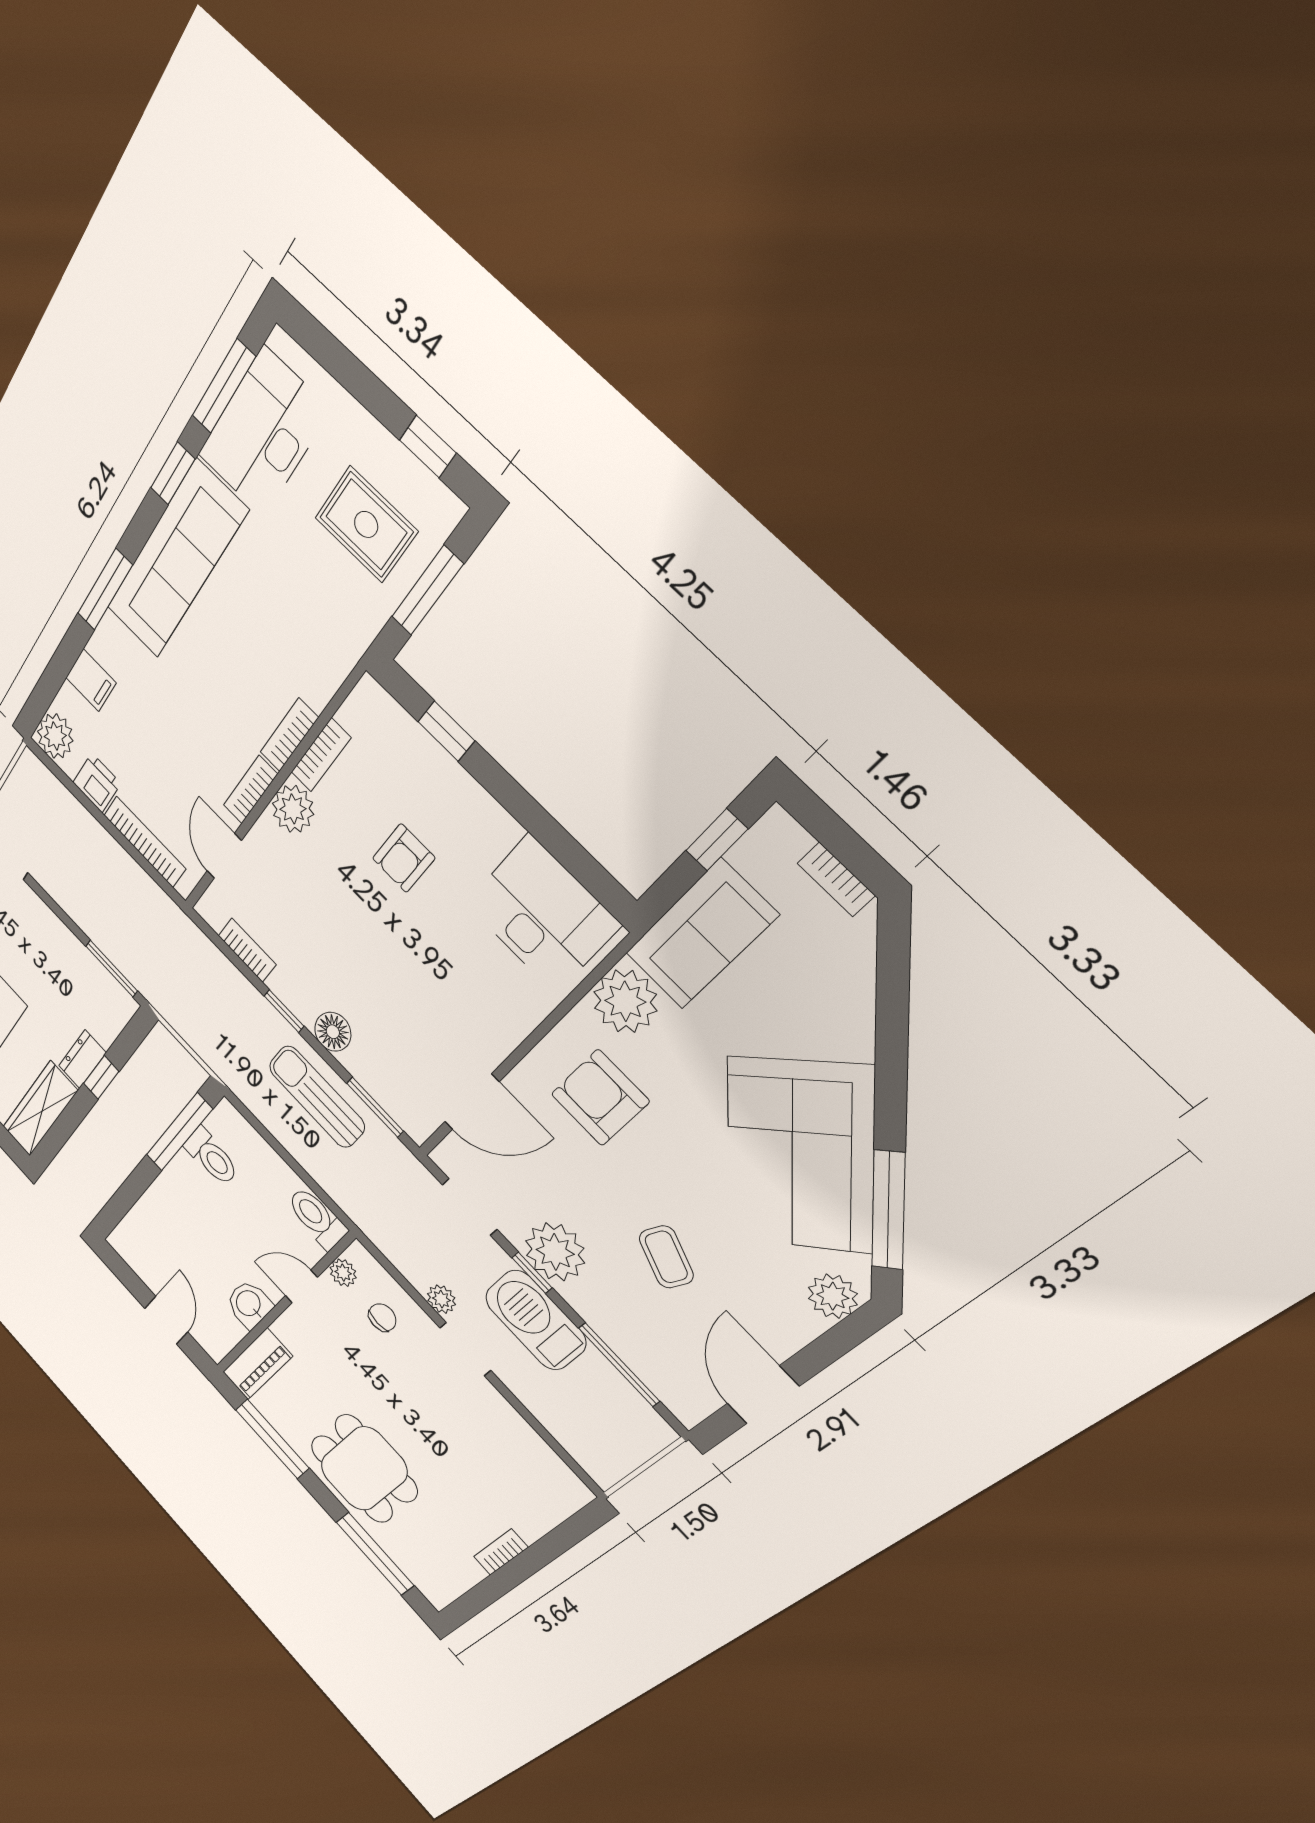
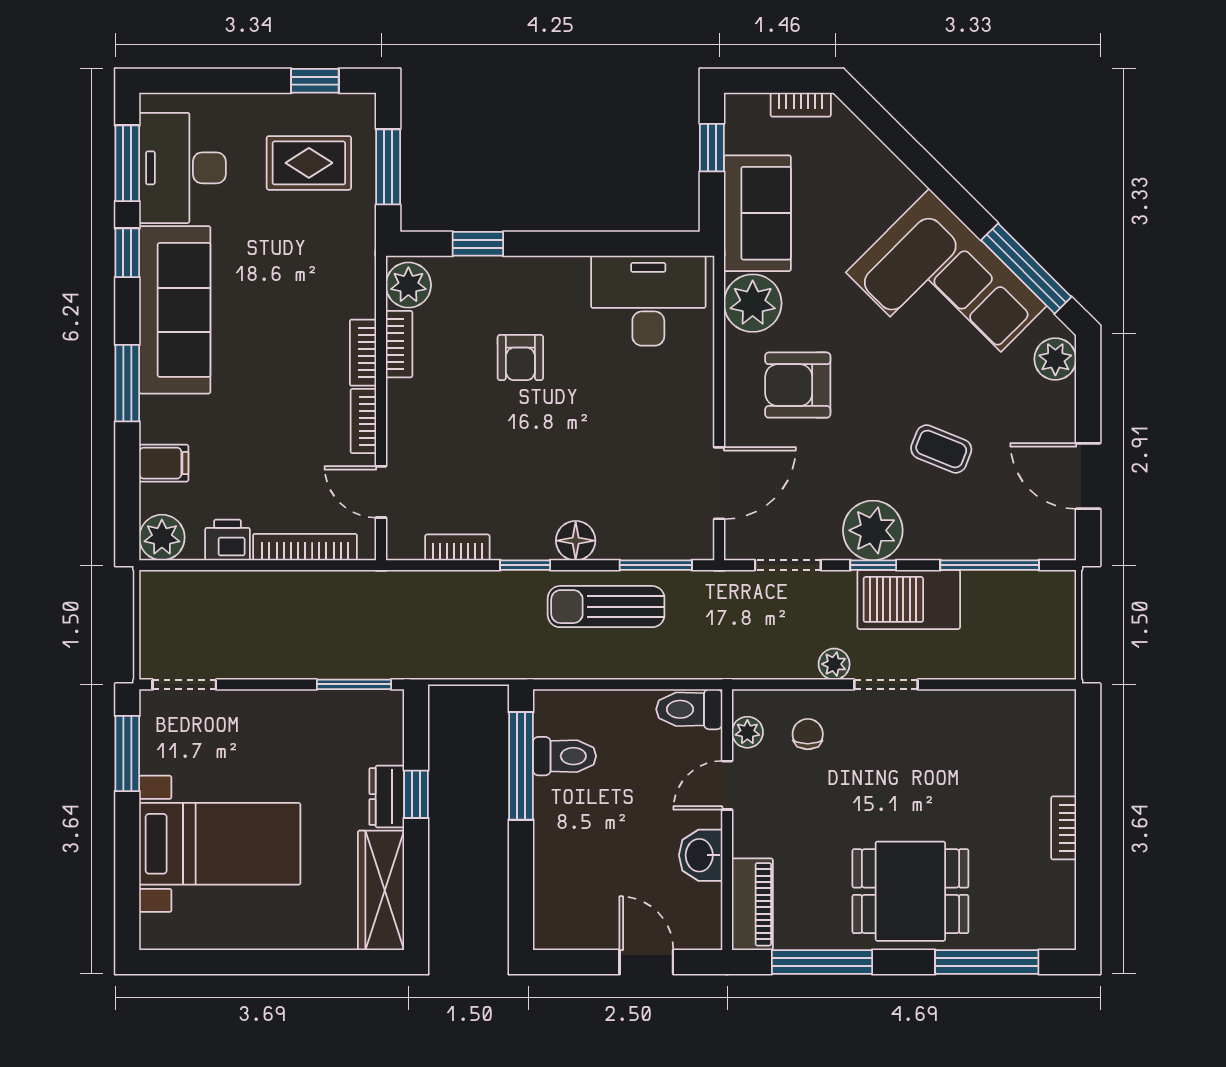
plant: (293, 809) -> (408, 285), moved

